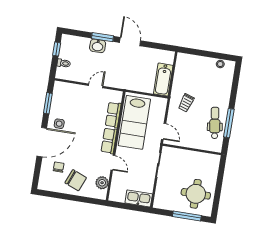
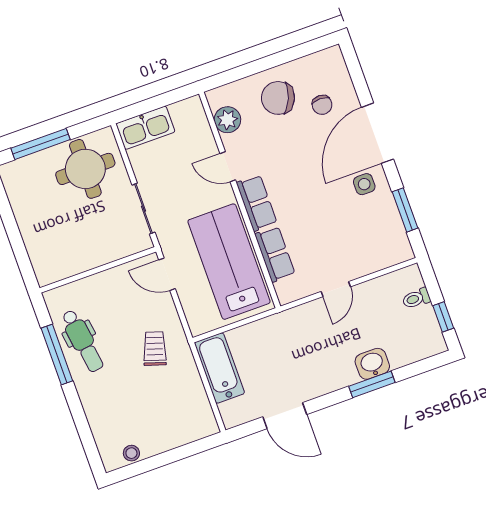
door: (130, 42) -> (285, 416), moved
round table: (196, 194) -> (85, 169), moved

